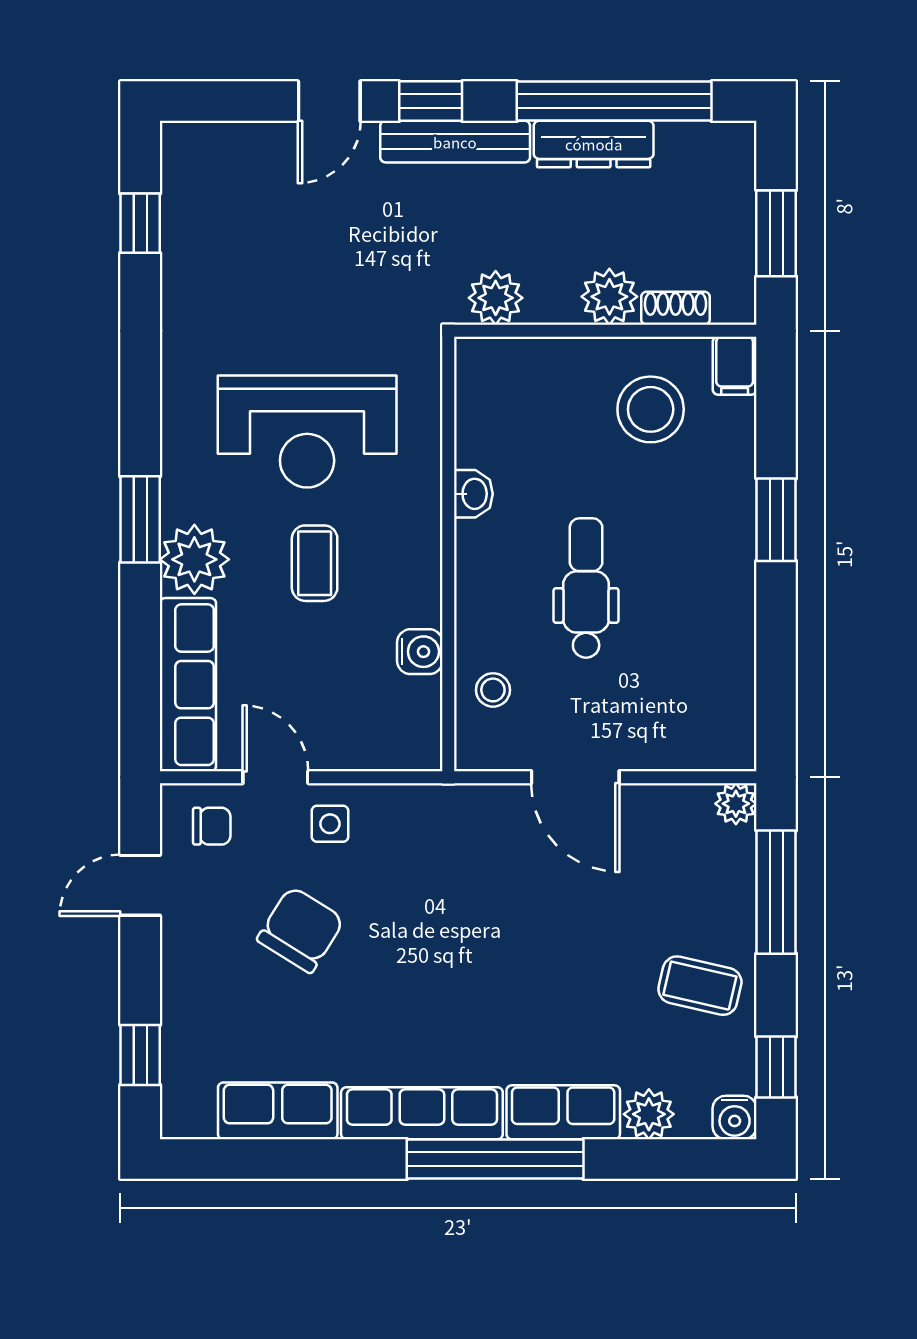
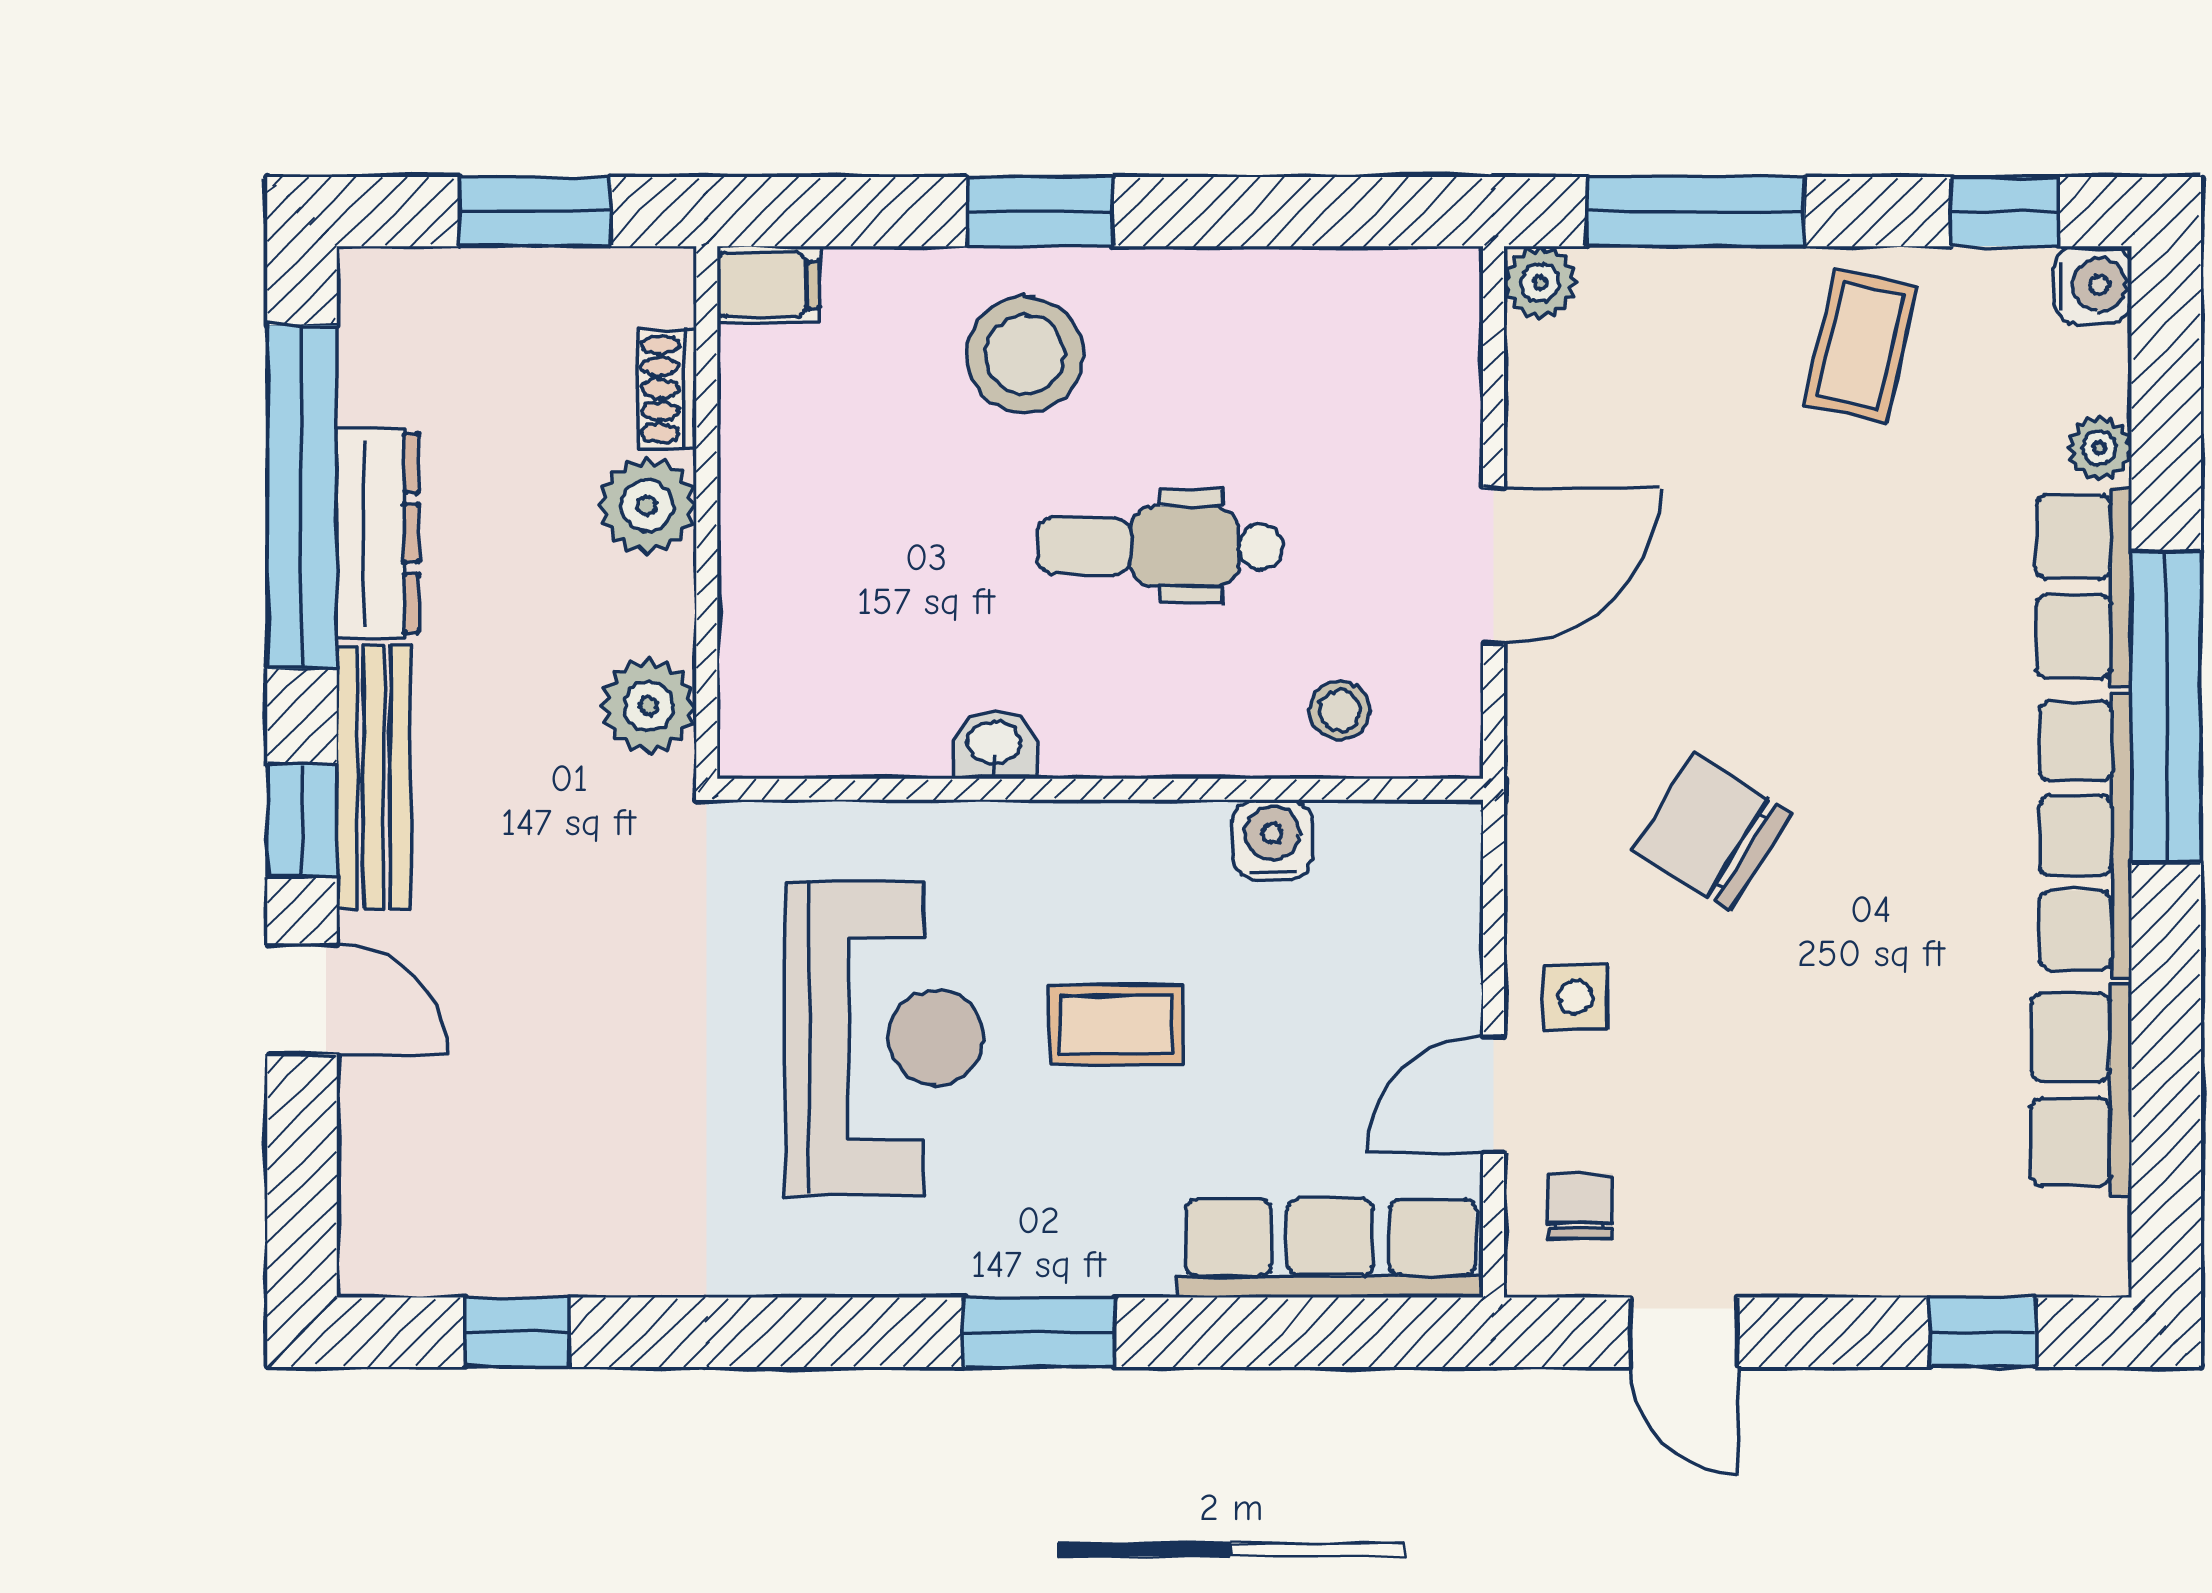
stool: (651, 409) -> (1025, 354), moved
plant: (194, 559) -> (1110, 1237), removed
chair: (301, 930) -> (1712, 832), moved
plant: (649, 1114) -> (2099, 448), width x0.73, depth x0.73

